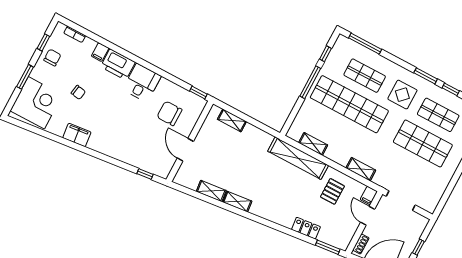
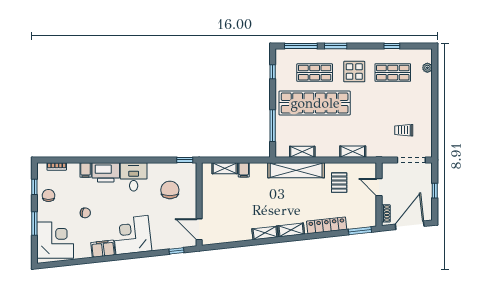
window: (426, 76) -> (336, 46), moved
window: (310, 82) -> (273, 126), moved
chair: (169, 113) -> (170, 190), turned 90
corner desk: (111, 137) -> (132, 235), added
shop shelf: (423, 143) -> (393, 103), removed
door: (185, 150) -> (199, 229), moved
trolley: (420, 175) -> (404, 130), added
shelving: (211, 191) -> (291, 230), moved
filing cabinet: (369, 195) -> (244, 170), moved
doorway: (401, 201) -> (411, 160), moved
locker: (306, 228) -> (327, 225), width x1.53

